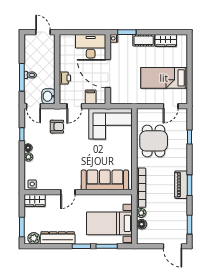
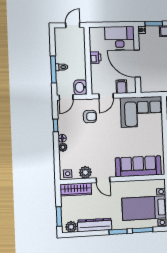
door: (43, 32) -> (73, 25), hinge flipped
printer: (65, 78) -> (95, 58), moved
door: (34, 106) -> (66, 97), hinge flipped
plant: (50, 184) -> (85, 172), added
door: (68, 192) -> (103, 180), hinge flipped
wardrobe: (35, 200) -> (76, 189), width x1.50

